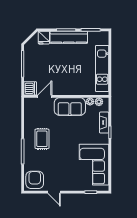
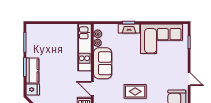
kitchen counter: (69, 37) -> (32, 71), width x0.67
kitchen unit: (102, 68) -> (84, 47), moved, turned 90
fireplace: (104, 123) -> (129, 28), moved
door: (54, 192) -> (189, 79), hinge flipped

